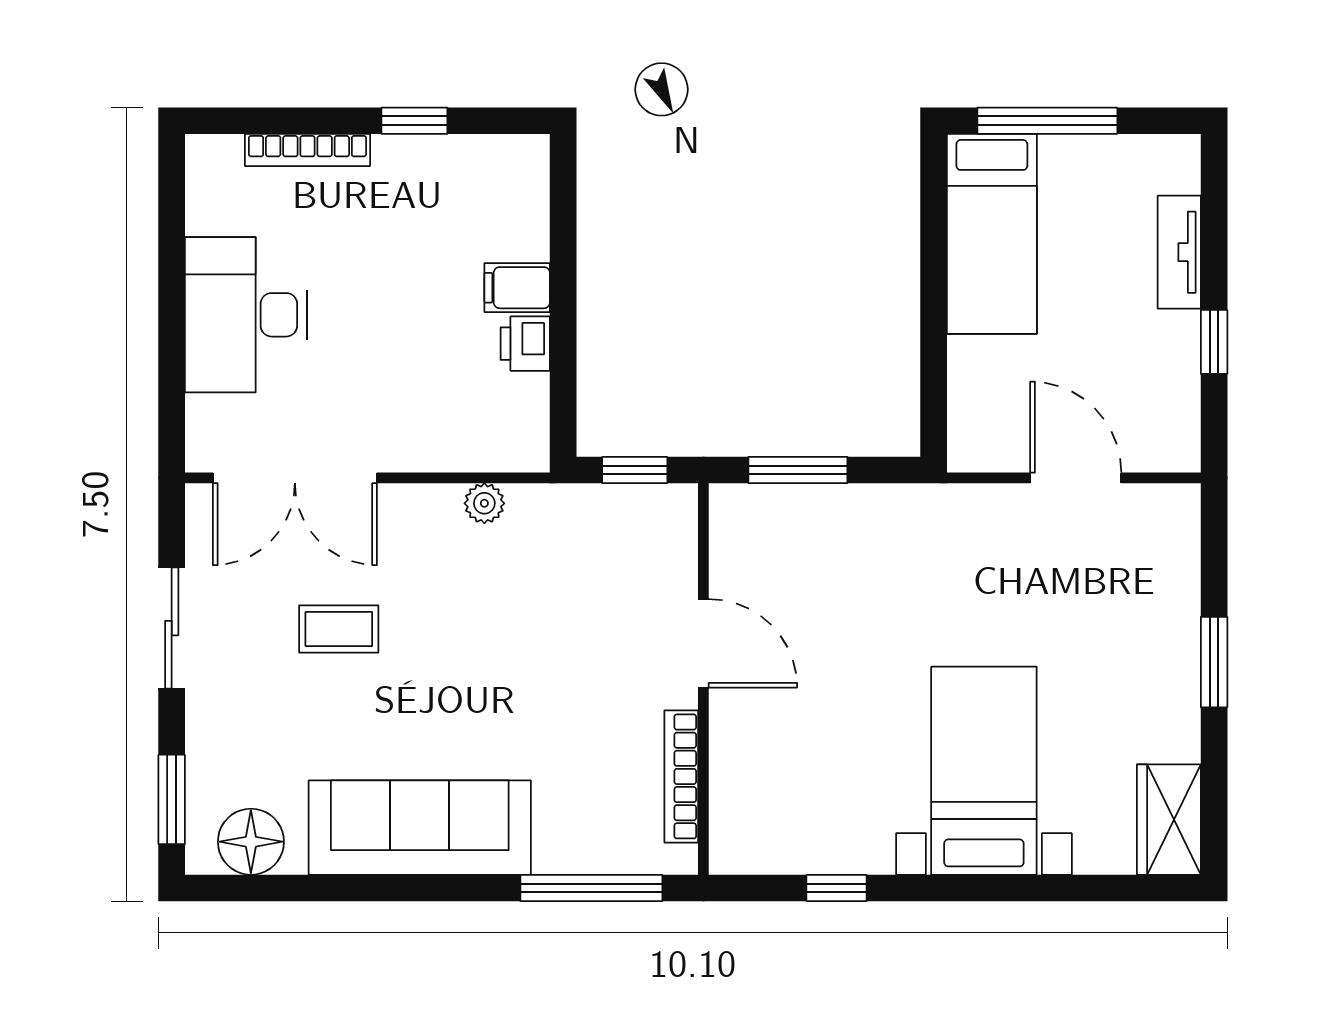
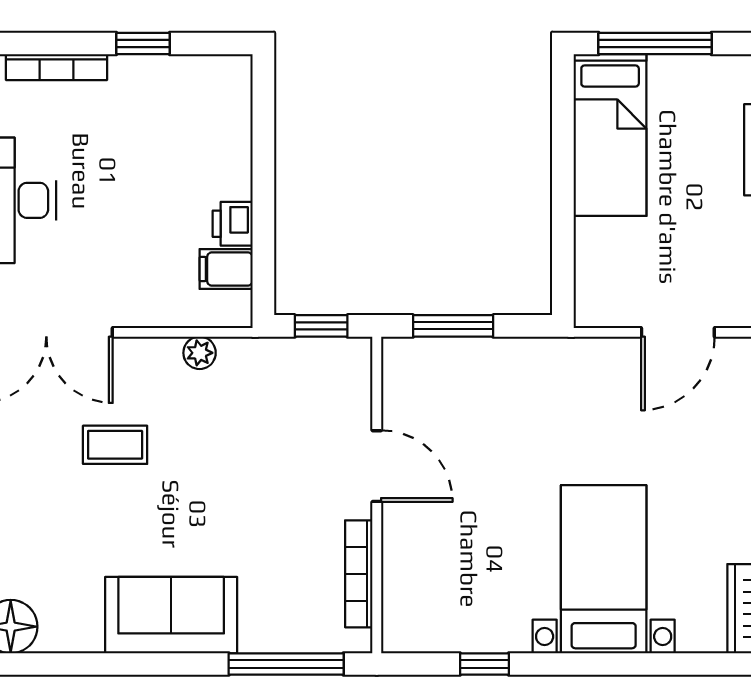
filing cabinet: (517, 288) -> (226, 269), moved
door: (1076, 478) -> (678, 332), swing flipped
coffee table: (339, 629) -> (115, 445), moved
sofa: (420, 828) -> (171, 615), width x0.73

